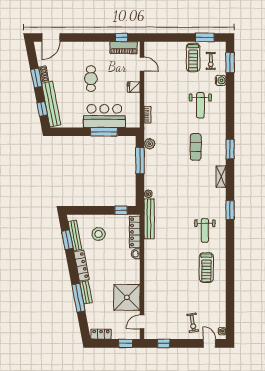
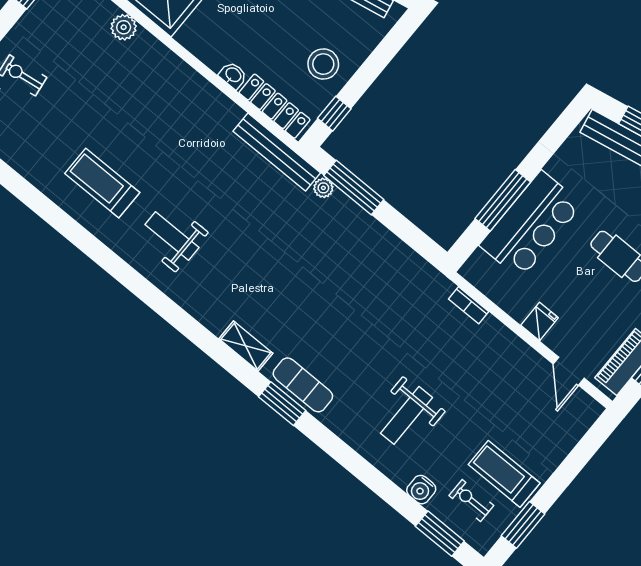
door: (142, 64) -> (569, 371), hinge flipped
weight bench: (200, 105) -> (406, 415), turned -90
plant: (150, 144) -> (124, 27), moved
exercise mat: (196, 147) -> (303, 385), moved
window: (140, 161) -> (354, 188), moved
window: (230, 210) -> (171, 312), removed
stool: (99, 234) -> (323, 64), moved

